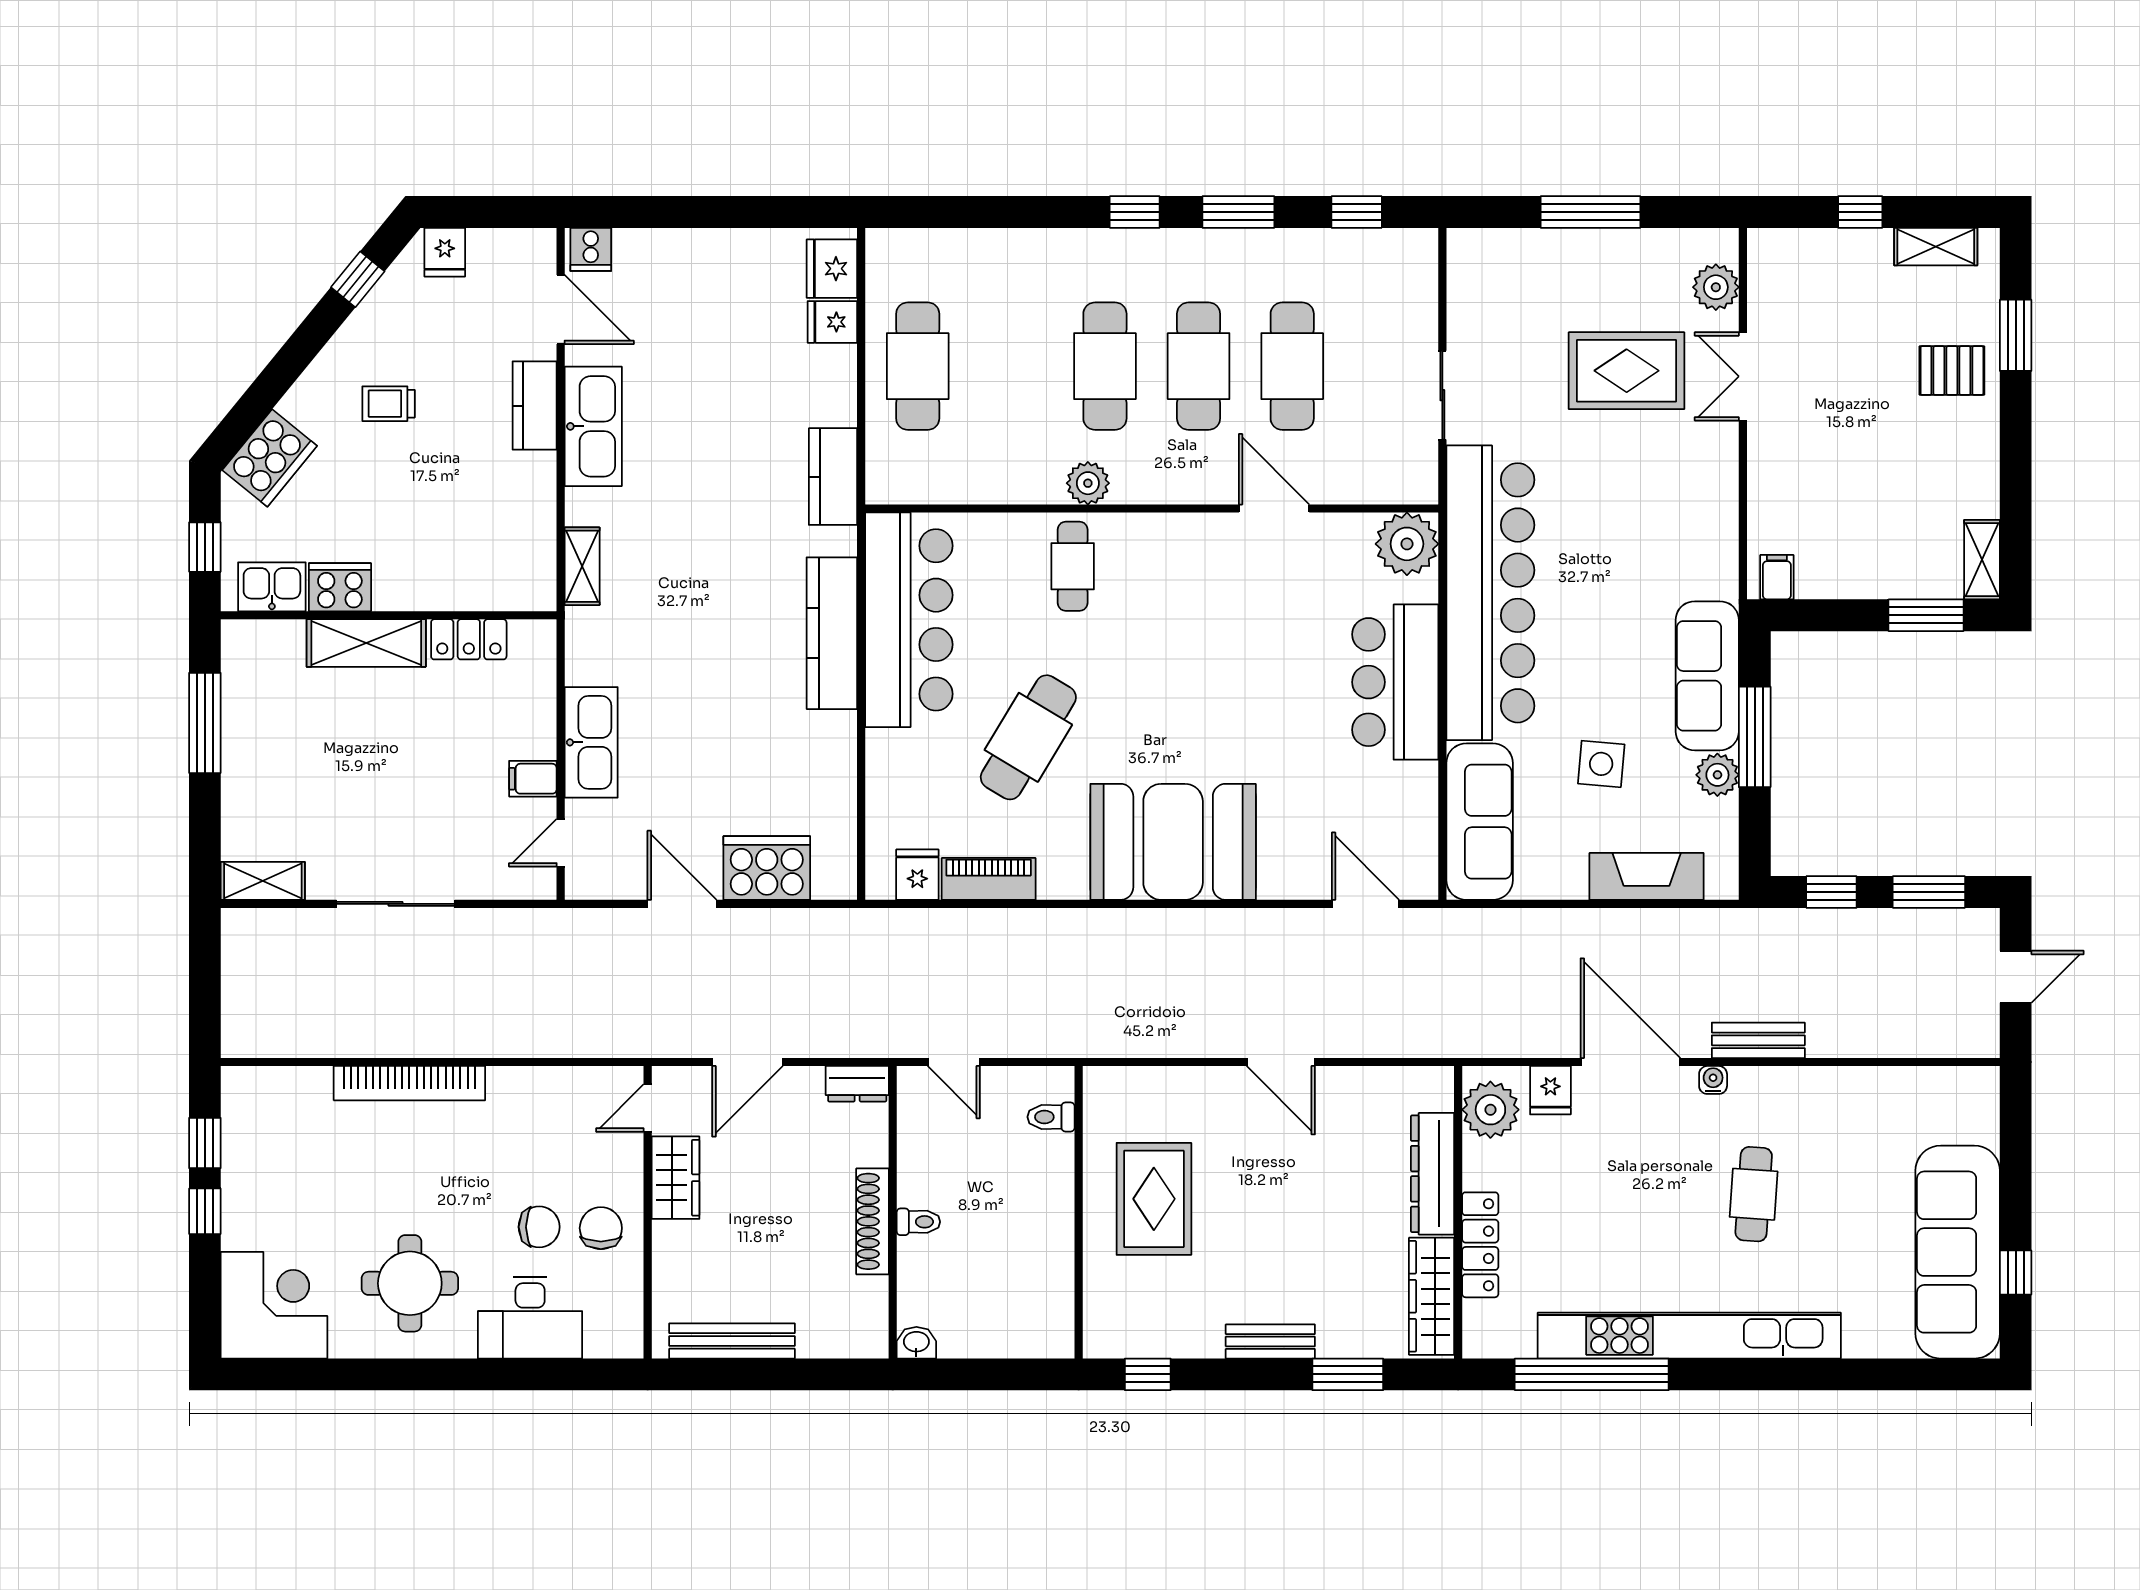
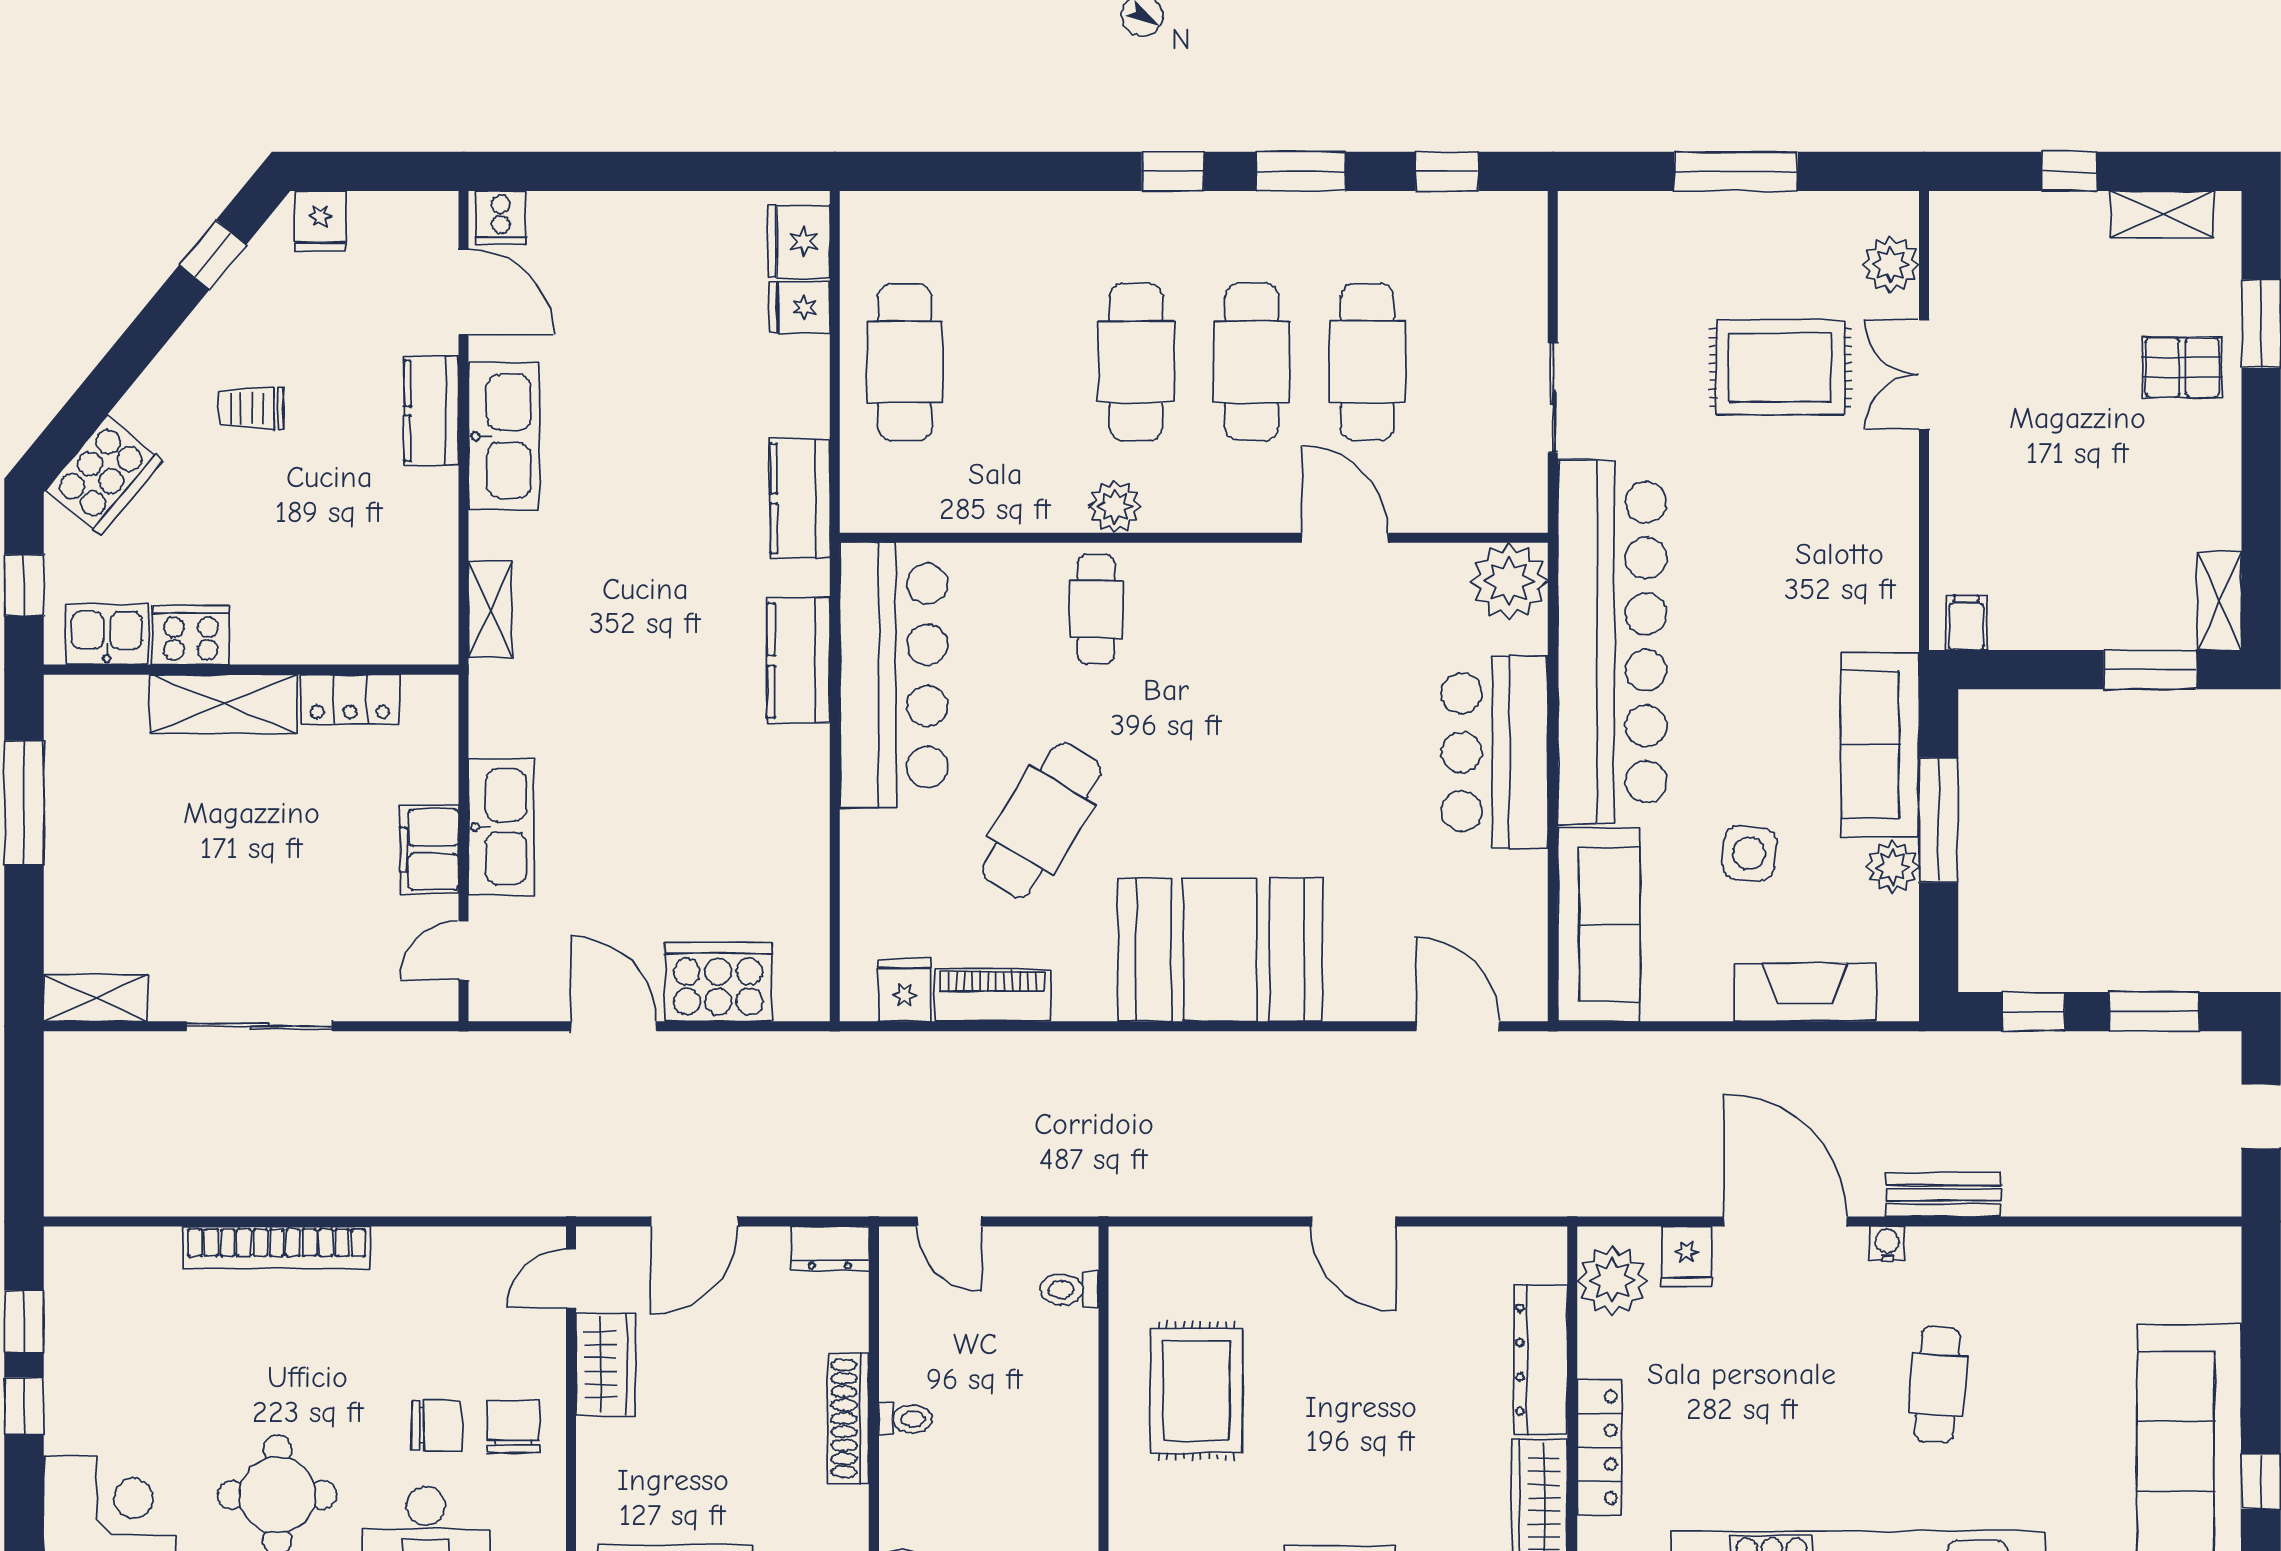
kitchen counter: (832, 633) -> (799, 661), width x0.67
filing cabinet: (533, 779) -> (429, 850), width x2.00

